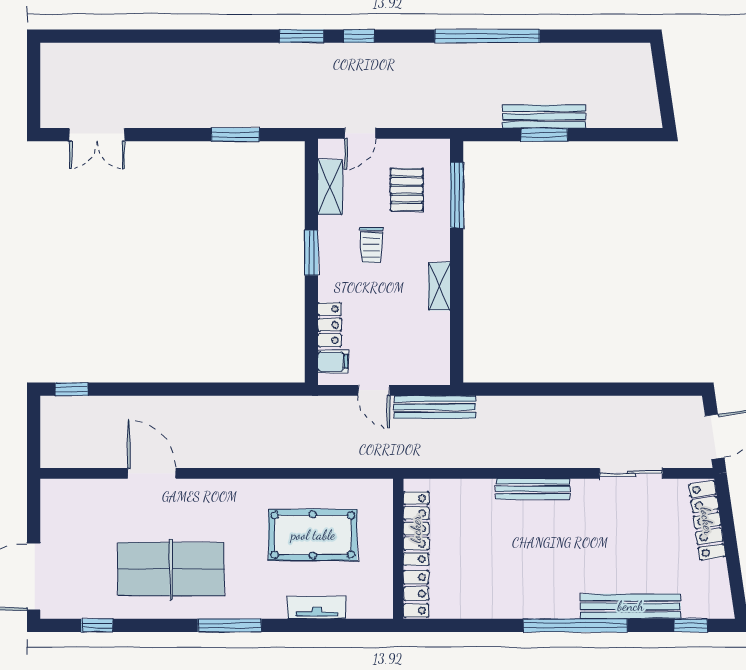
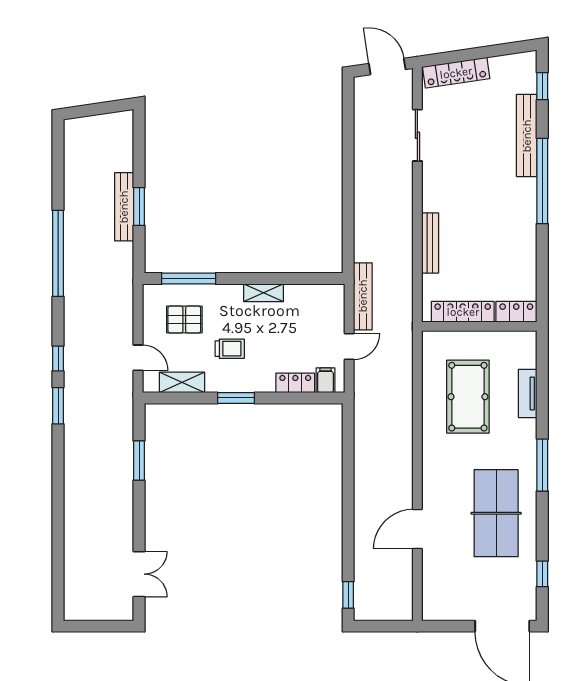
bench: (533, 489) -> (430, 243), moved

